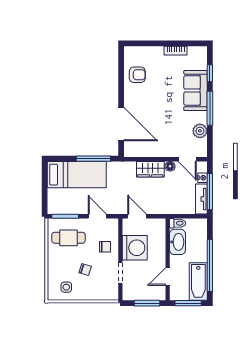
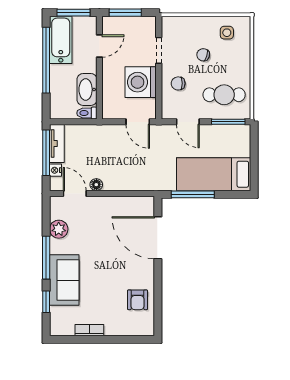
armchair: (137, 75) -> (138, 300), turned -90
wardrobe: (150, 169) -> (121, 181), removed

